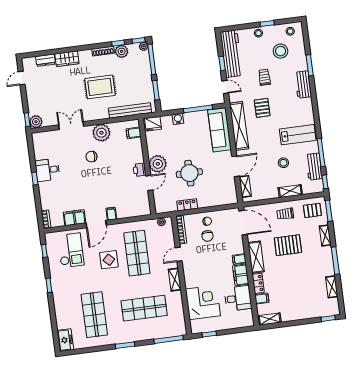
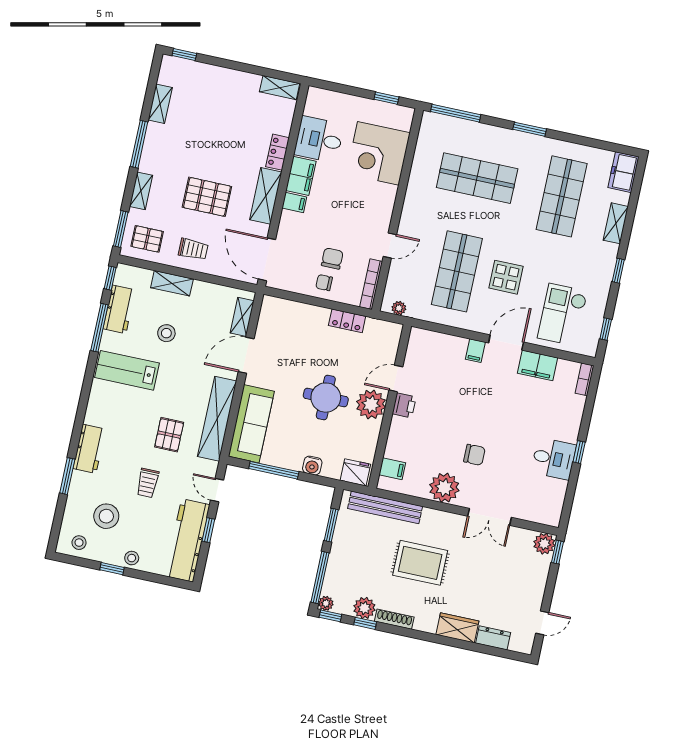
round table: (189, 173) -> (326, 398), moved
shelving: (175, 280) -> (616, 223), moved
filing cabinet: (262, 299) -> (280, 125), removed

